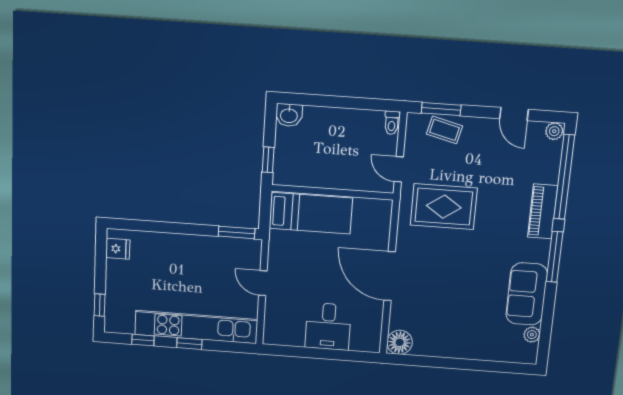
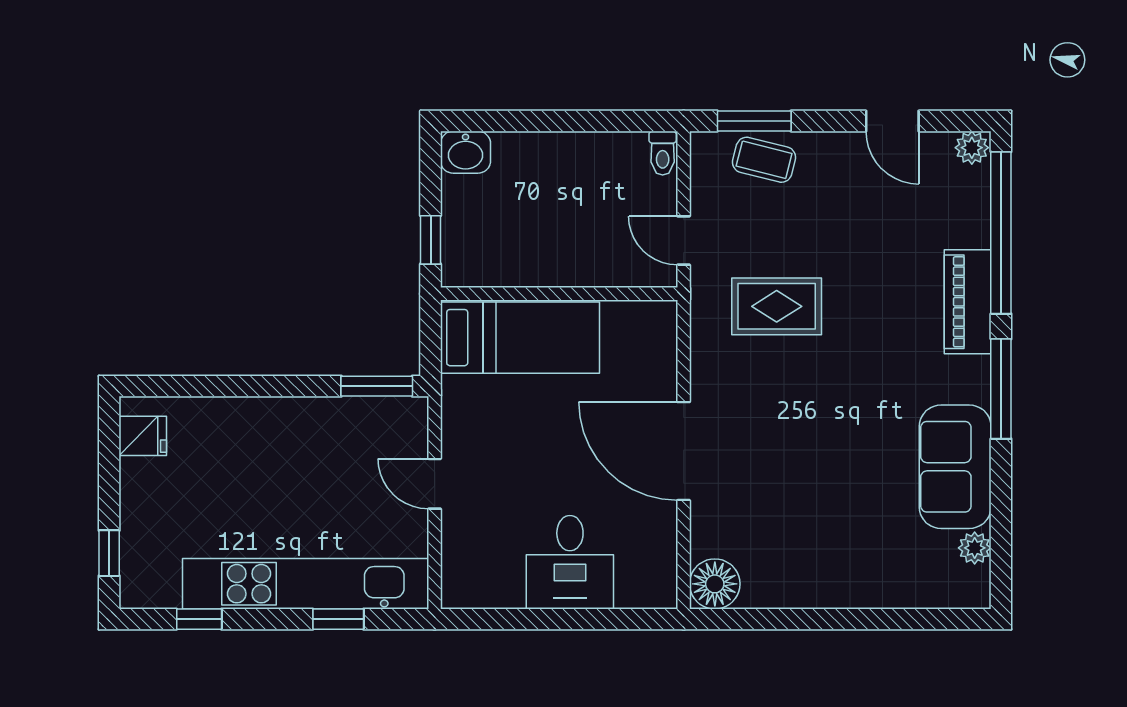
rug: (444, 207) -> (777, 306), width x0.73, depth x0.70
window: (189, 344) -> (338, 619), moved

